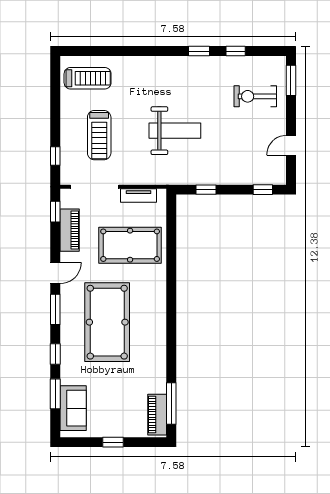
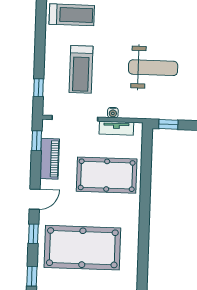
water cooler: (134, 179) -> (113, 113), added
window: (206, 190) -> (168, 124), moved
window: (55, 309) -> (33, 234), width x0.67
pool table: (107, 322) -> (82, 248), turned 90

